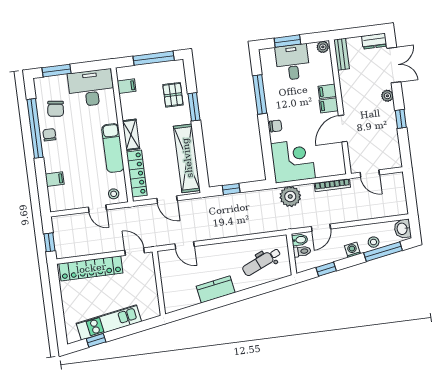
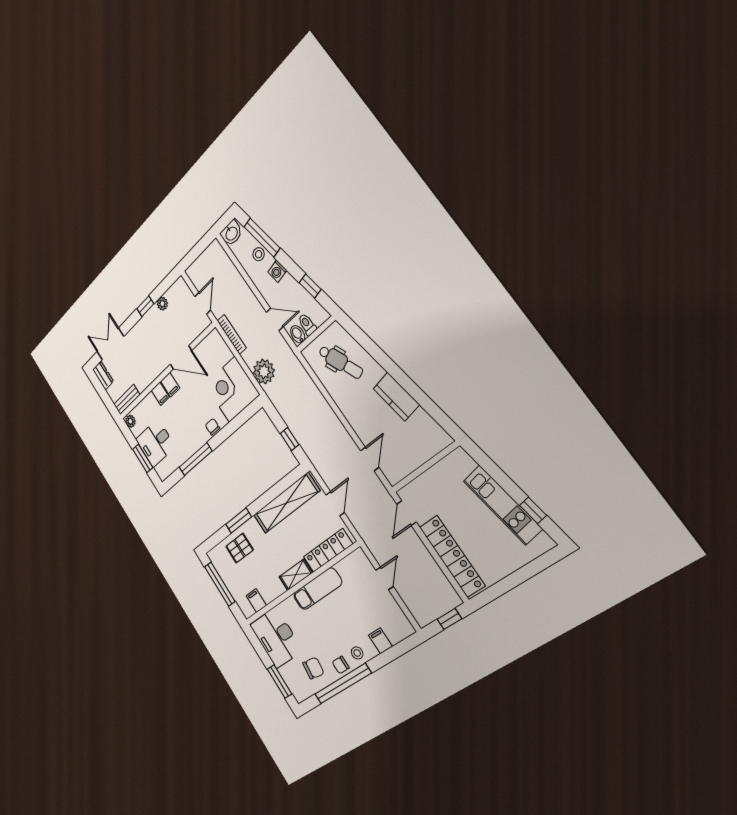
plant: (387, 96) -> (162, 304), moved
stool: (114, 194) -> (357, 653), moved

